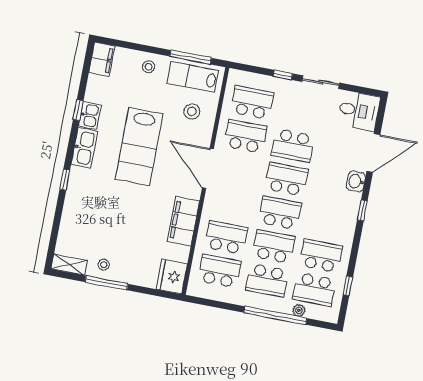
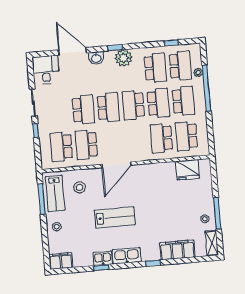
lab bench: (139, 146) -> (115, 217), width x0.73, depth x0.72
school desk: (286, 179) -> (108, 107), turned 180
plant: (346, 217) -> (123, 58), added
filing cabinet: (183, 221) -> (177, 250), moved, turned 180
school desk: (273, 247) -> (158, 103), turned 180
school desk: (321, 256) -> (155, 68), turned 180
fridge: (172, 276) -> (188, 170), moved

